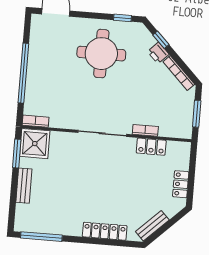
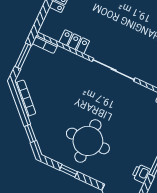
window: (122, 18) -> (68, 171), moved
printer: (158, 53) -> (141, 174), moved, turned -135
bookcase: (145, 130) -> (45, 44), moved

